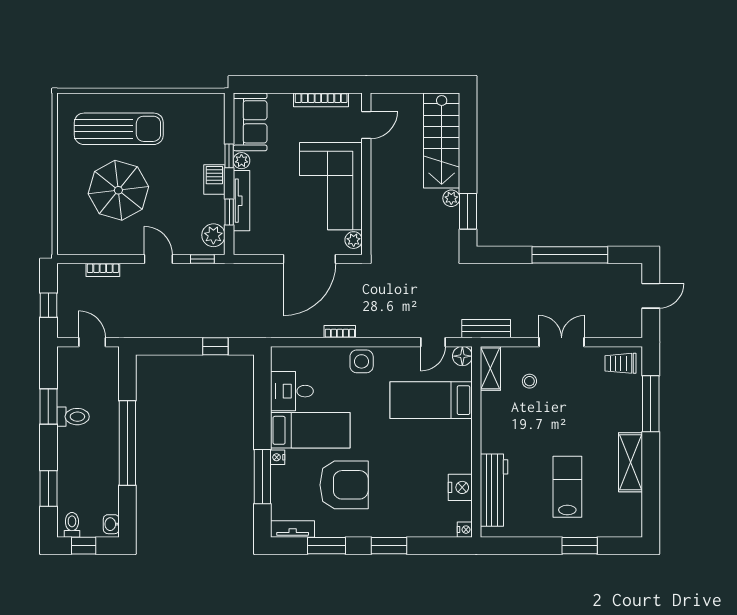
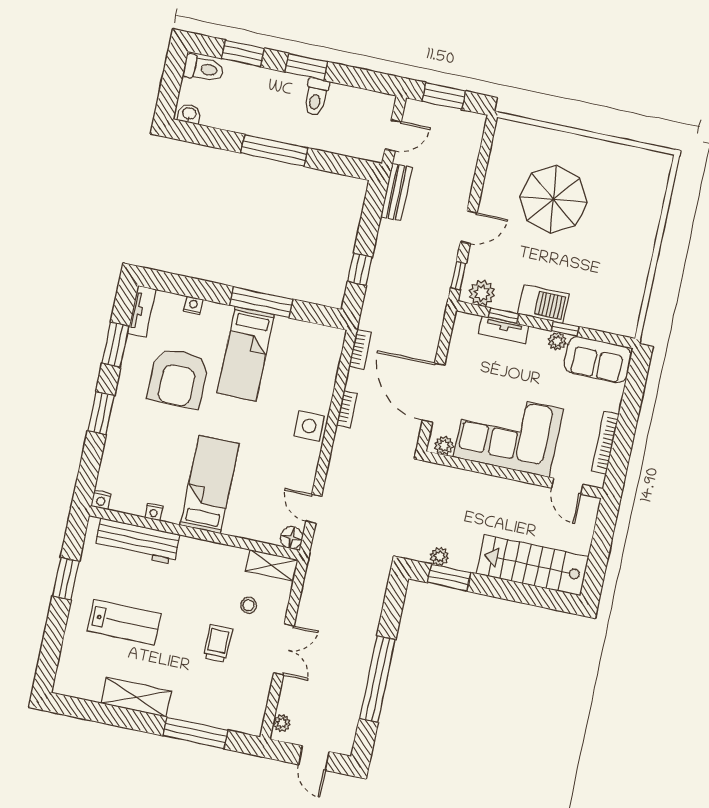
sun lounger: (119, 129) -> (621, 214), removed
barbecue: (214, 180) -> (543, 304), width x1.38, depth x1.27
plant: (451, 198) -> (439, 556), moved
tv unit: (241, 201) -> (504, 330), width x0.71
bookcase: (103, 270) -> (360, 349), moved, turned 180
window: (48, 305) -> (444, 96), width x1.50
bench: (486, 329) -> (396, 192), moved
plant: (626, 330) -> (282, 723), added
trolley: (620, 363) -> (218, 643), moved
desk: (292, 391) -> (293, 343), removed
bed: (431, 400) -> (210, 484), moved
window: (48, 406) -> (306, 67), moved
window: (127, 443) -> (274, 150), width x0.68
nightstand: (278, 457) -> (193, 305), moved
window: (262, 477) -> (261, 302), moved
nightstand: (460, 487) -> (154, 512), width x0.53, depth x0.56
toilet: (72, 525) -> (204, 69), width x1.37, depth x1.39
window: (84, 546) -> (172, 79), removed
window: (580, 546) -> (66, 579), moved

